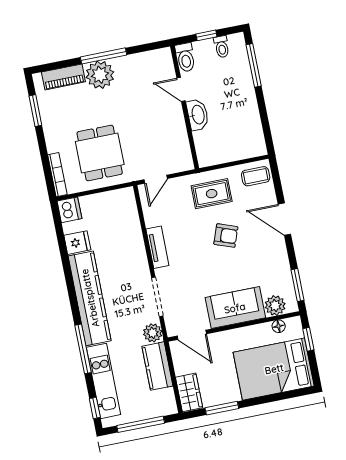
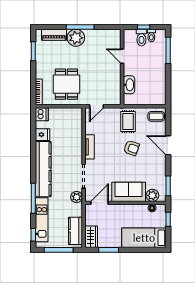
toilet: (185, 57) -> (141, 38), moved
washbasin: (198, 115) -> (129, 85), moved
rug: (212, 194) -> (128, 121), turned 90
door: (192, 335) -> (100, 203), swing flipped
kitchen counter: (157, 366) -> (75, 231), moved
bed: (274, 369) -> (144, 238), width x0.67

